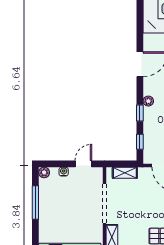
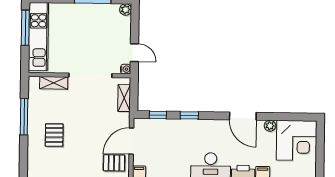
plant: (148, 101) -> (270, 126), moved
water cooler: (64, 172) -> (126, 69), moved

